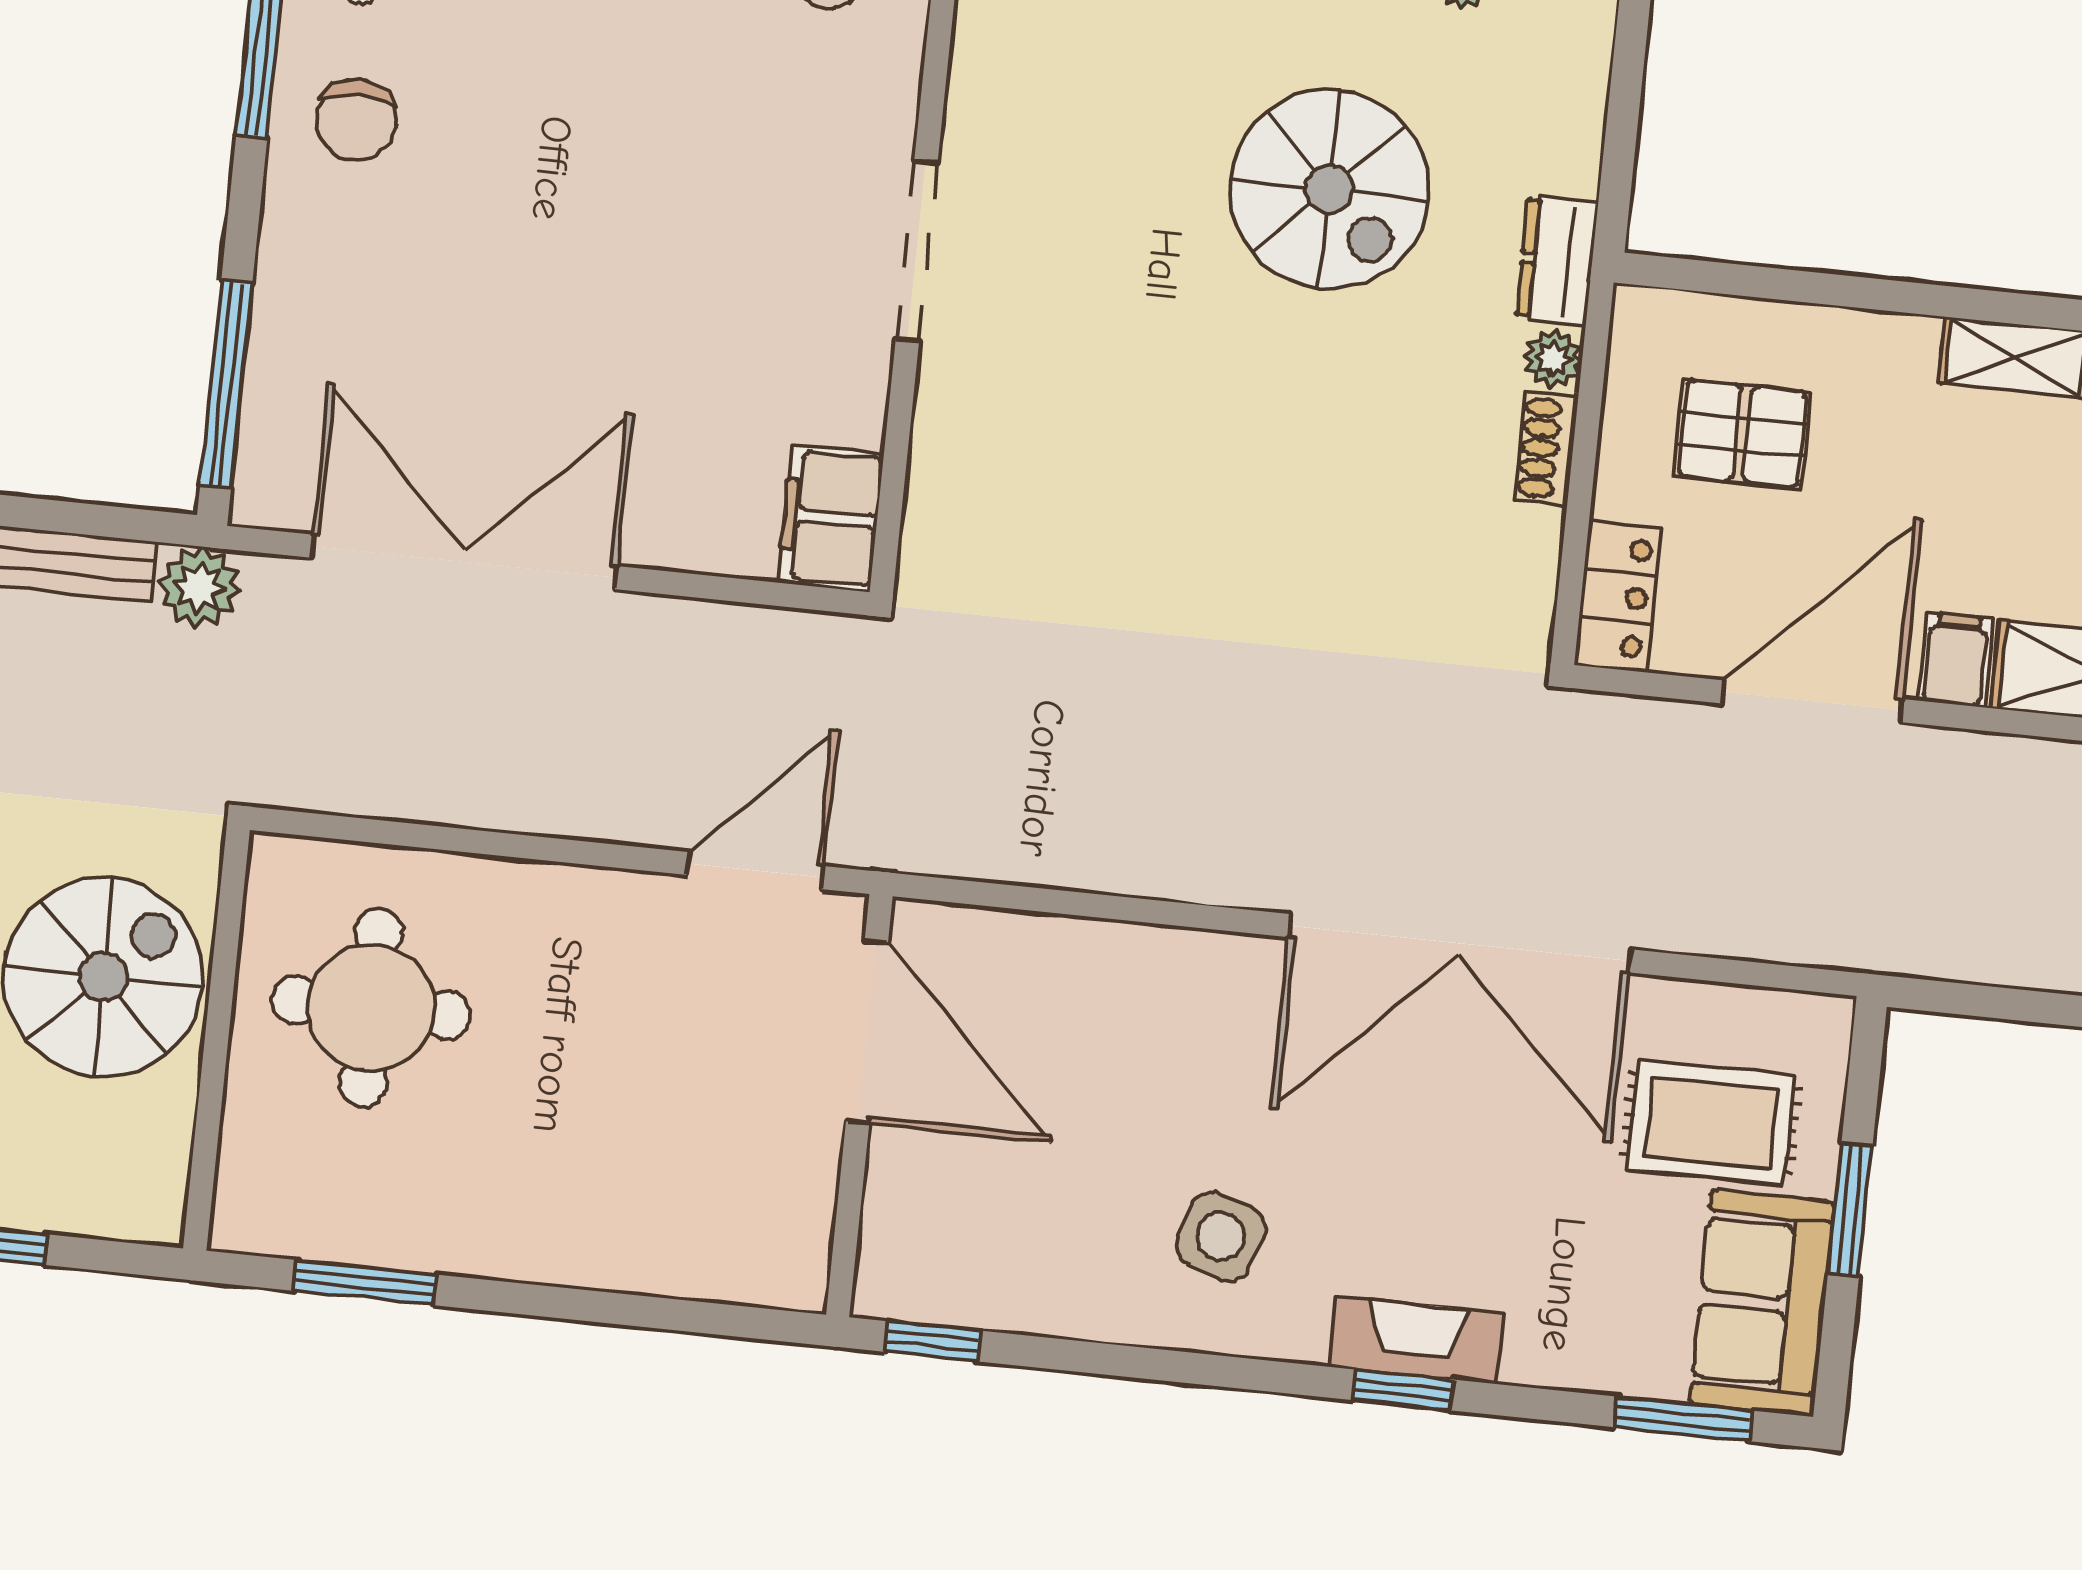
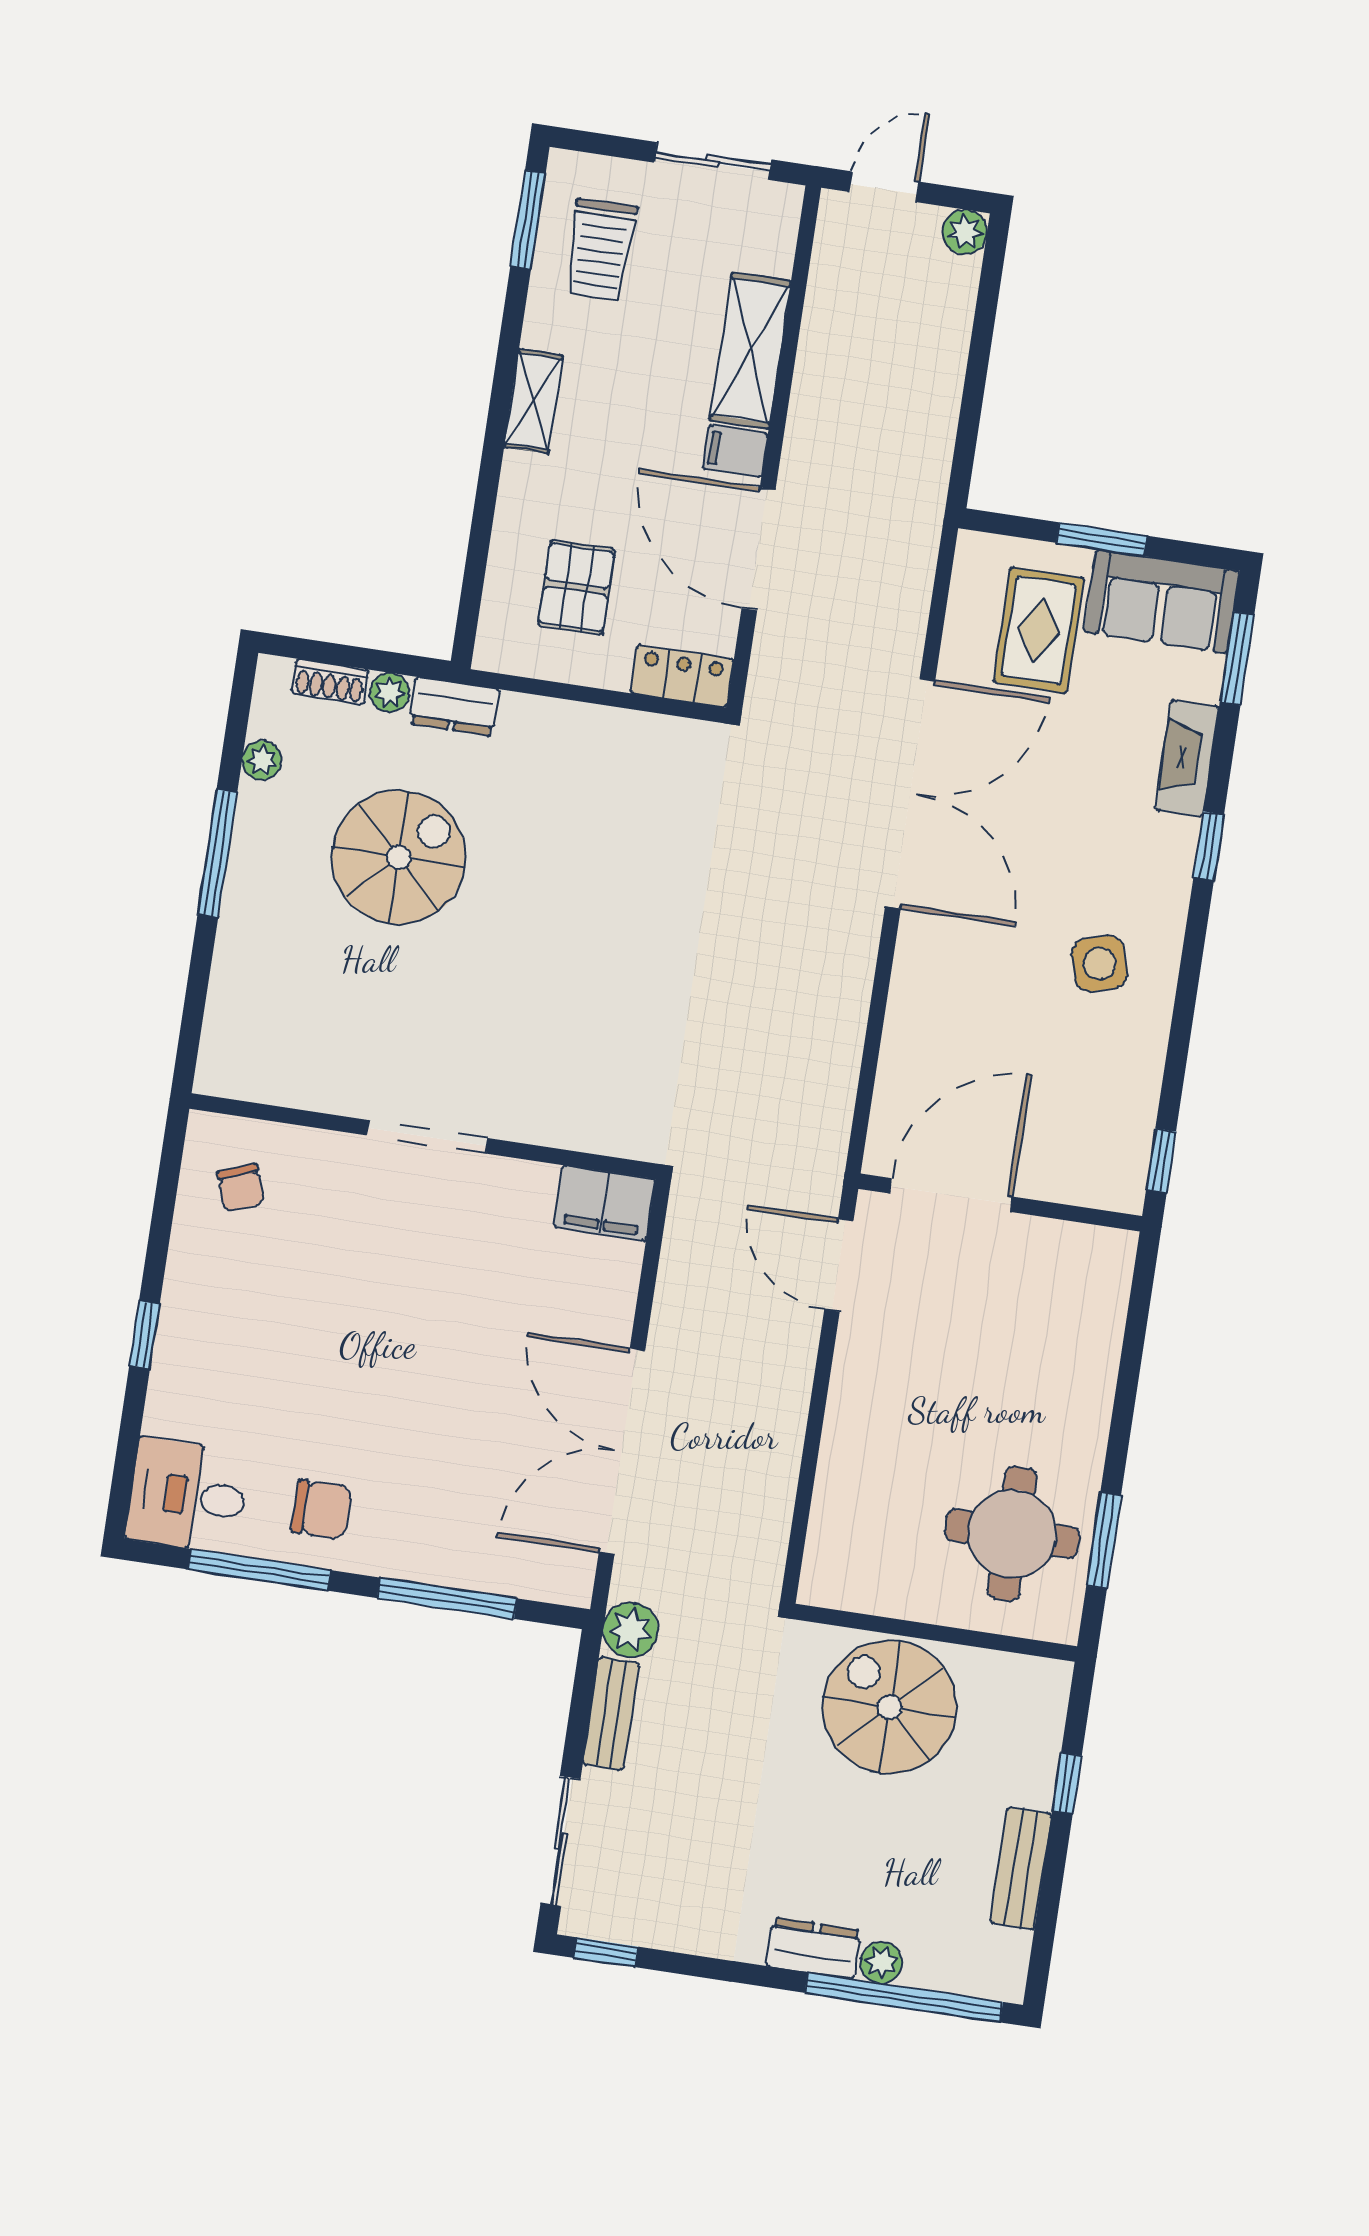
plant: (1553, 359) -> (390, 692), moved
window: (226, 384) -> (447, 1598), moved
shoe rack: (1546, 448) -> (330, 682), moved
round table: (371, 1008) -> (1012, 1534), moved
side table: (1221, 1236) -> (1100, 964), turned -36
fireplace: (1416, 1340) -> (1187, 758), moved

